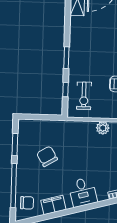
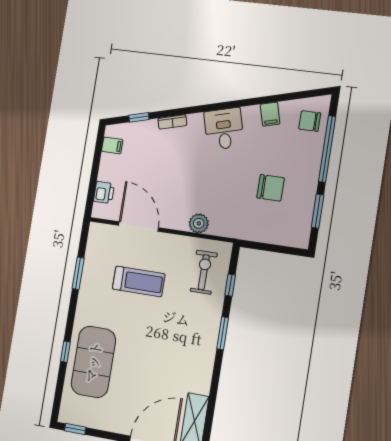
plant: (103, 128) -> (199, 223), moved
chair: (47, 156) -> (271, 188), turned -59
filing cabinet: (53, 205) -> (270, 114), width x0.50

